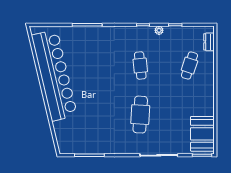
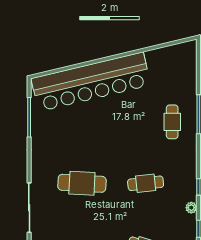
cafe table: (93, 45) -> (172, 122), added
bar counter: (54, 75) -> (91, 82), moved

